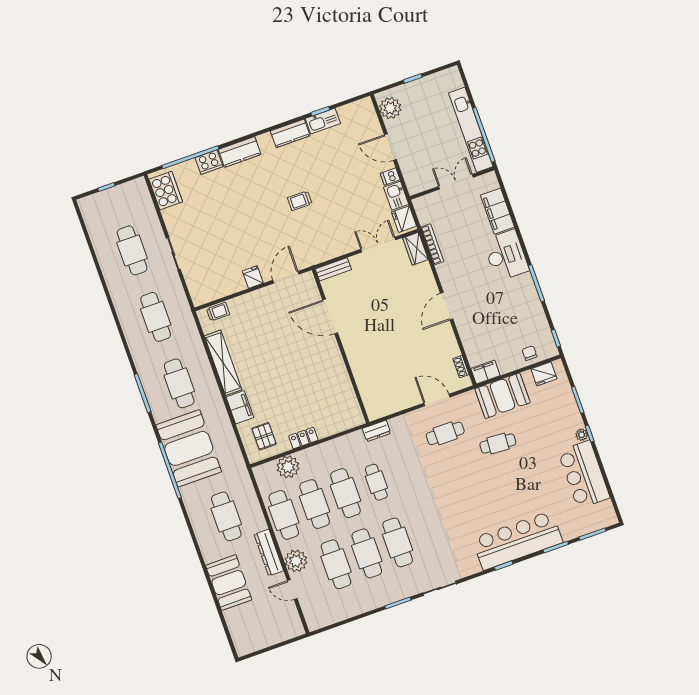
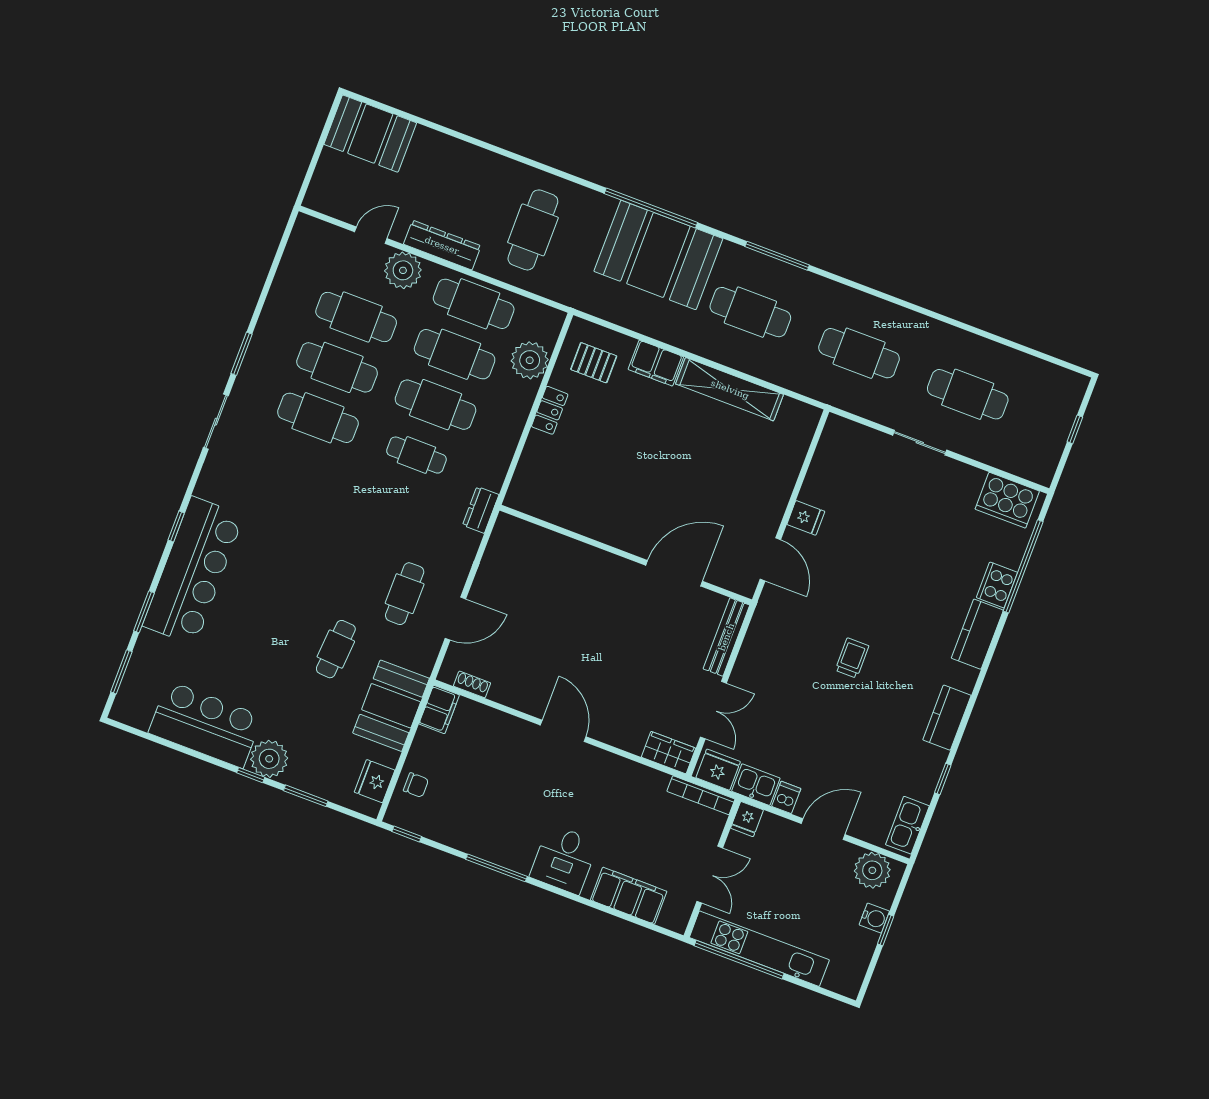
water cooler: (412, 88) -> (874, 918), added
kitchen sink: (323, 121) -> (907, 825), moved
fridge: (416, 186) -> (747, 819), added
bookcase: (432, 244) -> (701, 795), moved
desk: (506, 255) -> (564, 859), width x0.73
bench: (333, 269) -> (726, 637), width x1.36
trolley: (218, 312) -> (799, 437), removed
plant: (582, 435) -> (269, 759), width x1.87, depth x1.87
cafe table: (226, 516) -> (533, 230), turned 90
booth: (229, 583) -> (370, 134), moved

